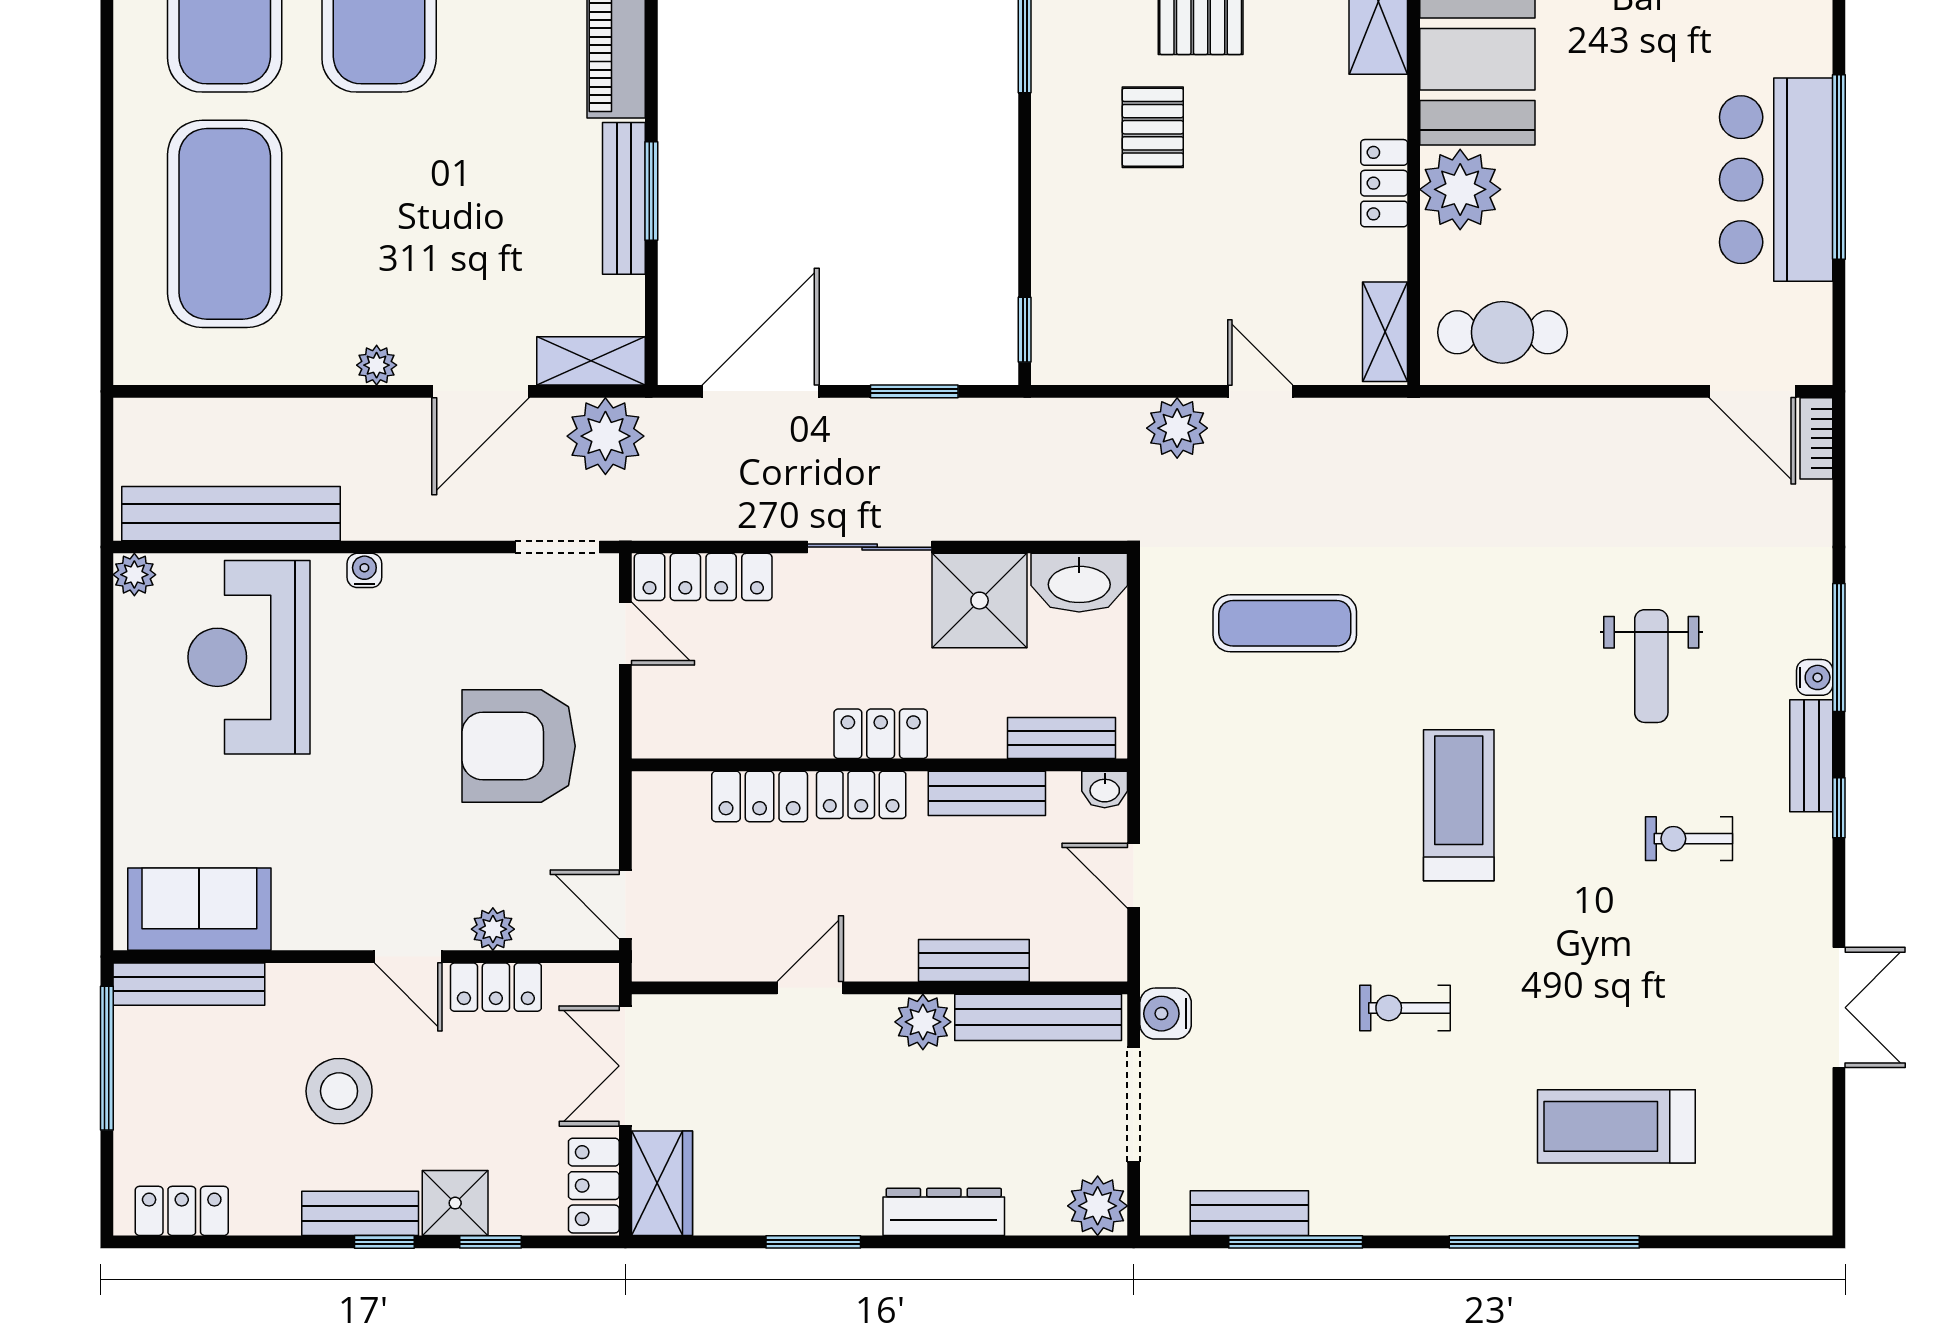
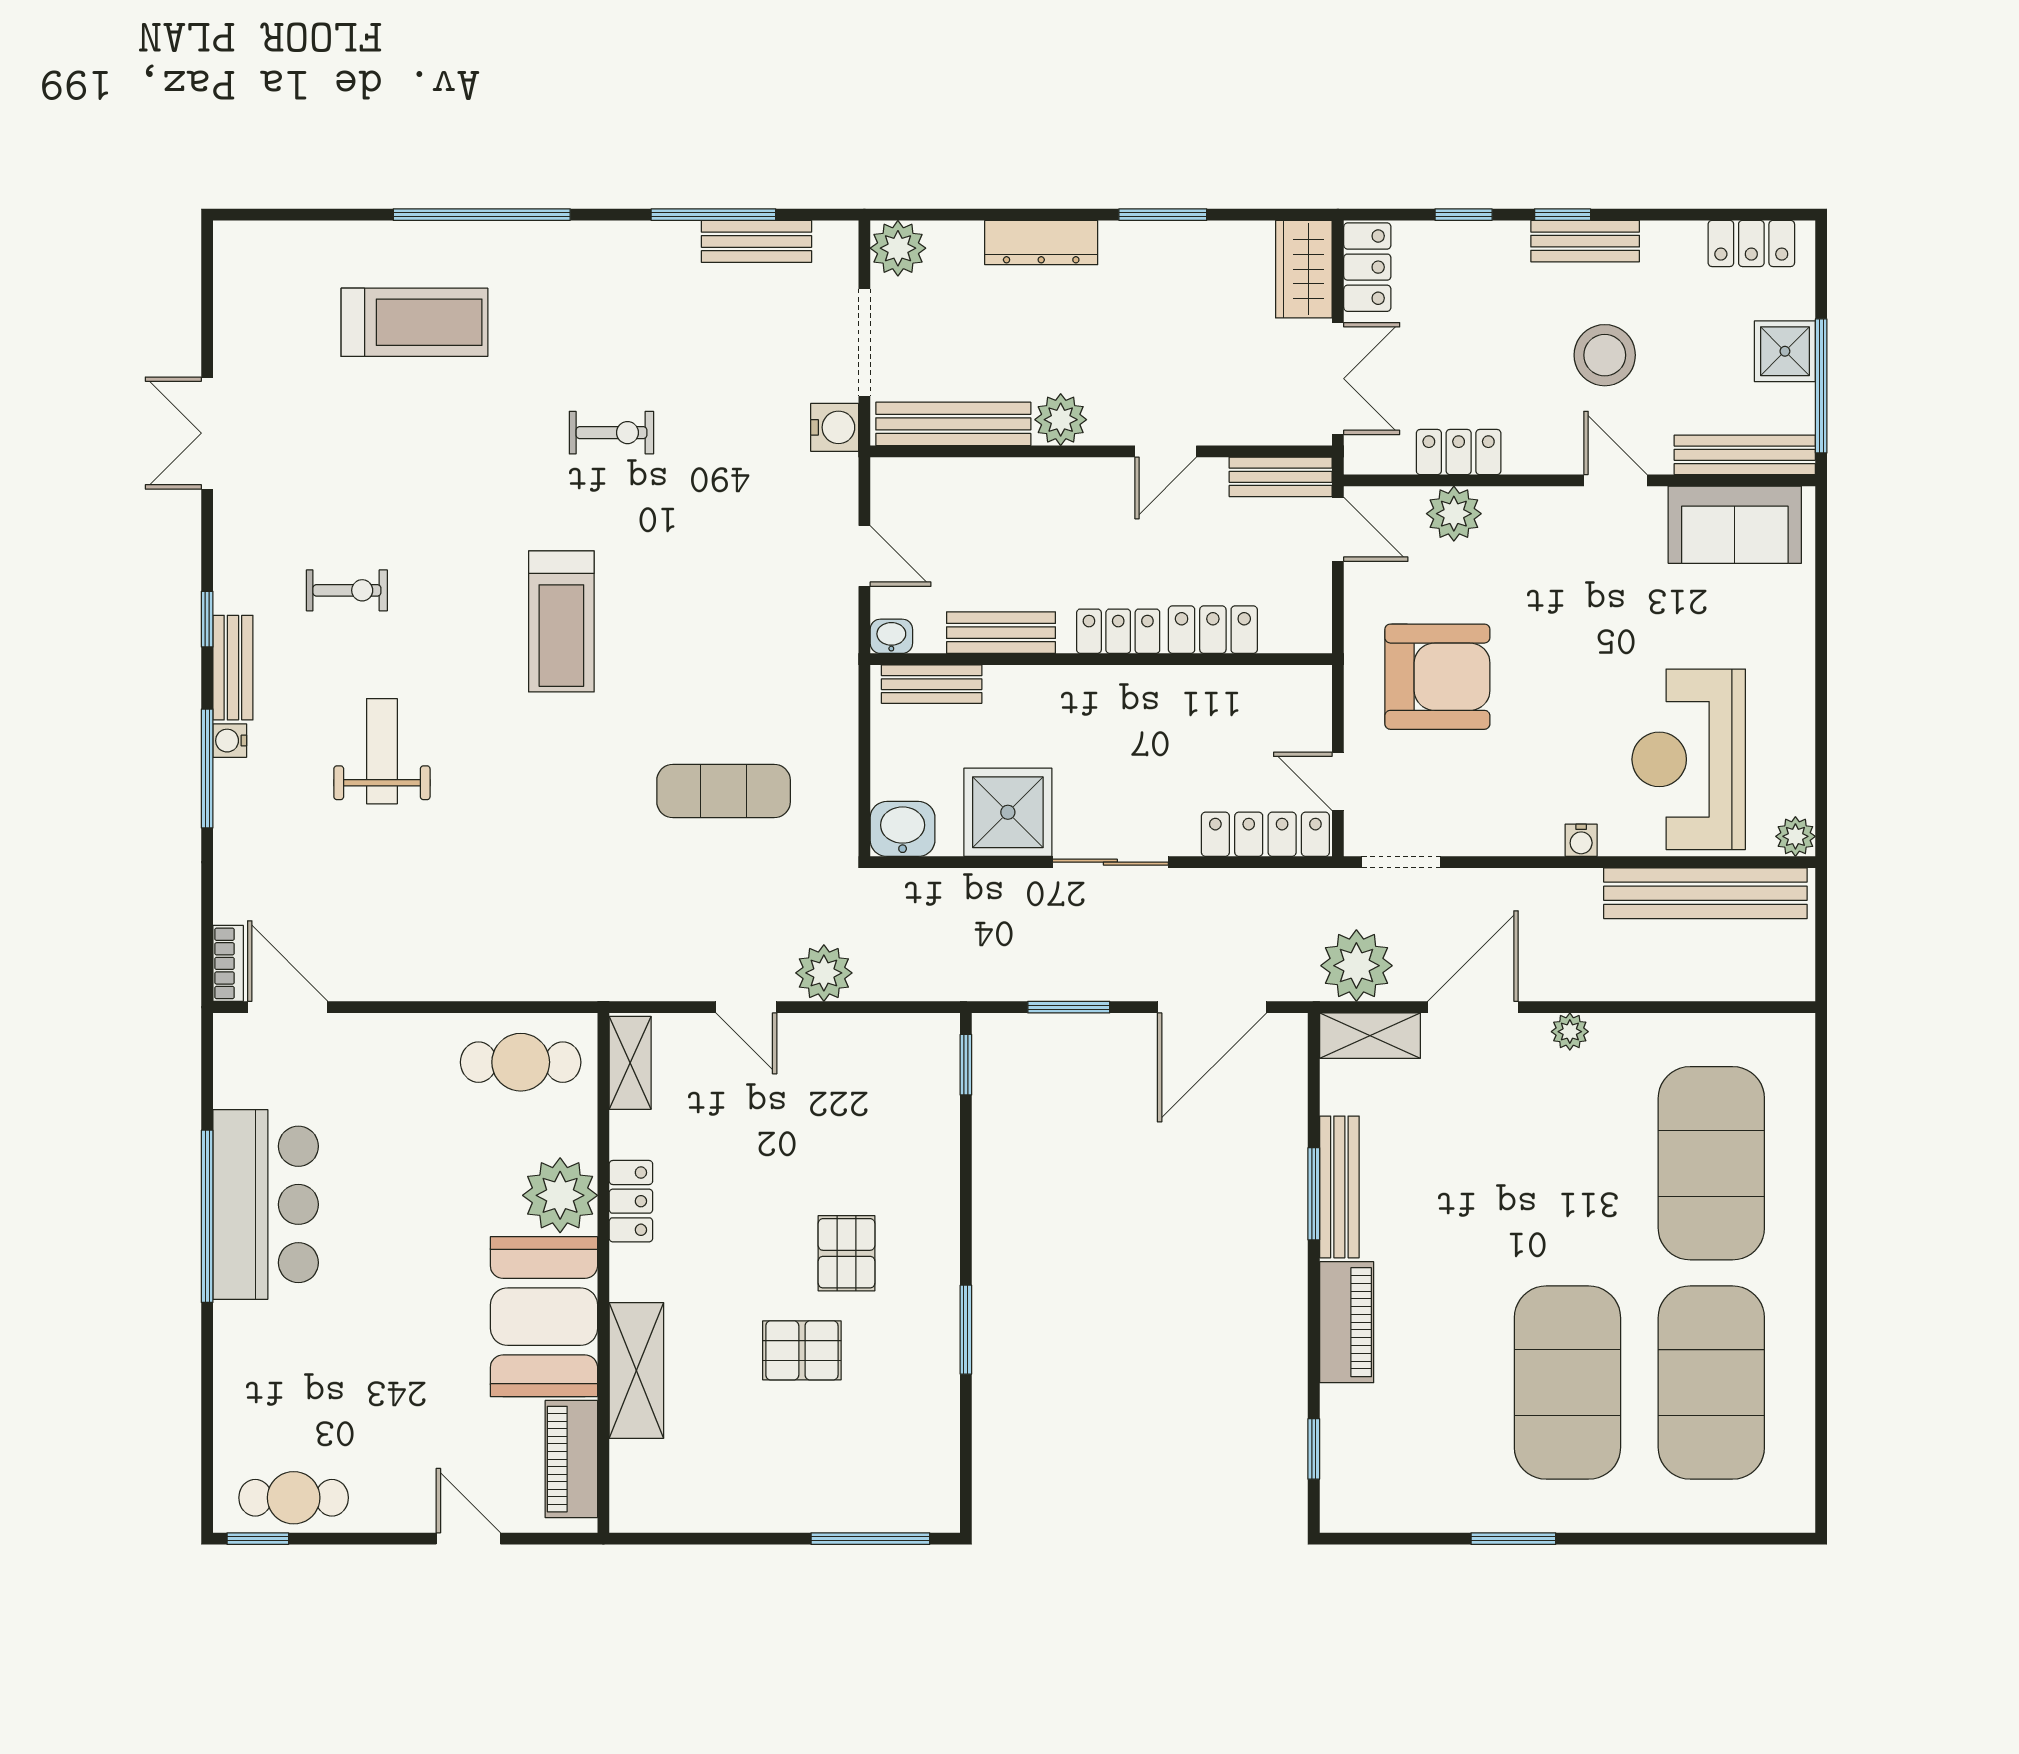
washbasin: (1079, 583) -> (903, 829), width x0.72
reception desk: (249, 657) -> (1689, 759), turned 180
locker: (881, 734) -> (1100, 688), removed
plant: (493, 929) -> (1454, 514), width x1.38, depth x1.38
door: (408, 957) -> (1615, 480), moved
bench: (974, 960) -> (1281, 477), moved
shower: (455, 1203) -> (1785, 351), moved

